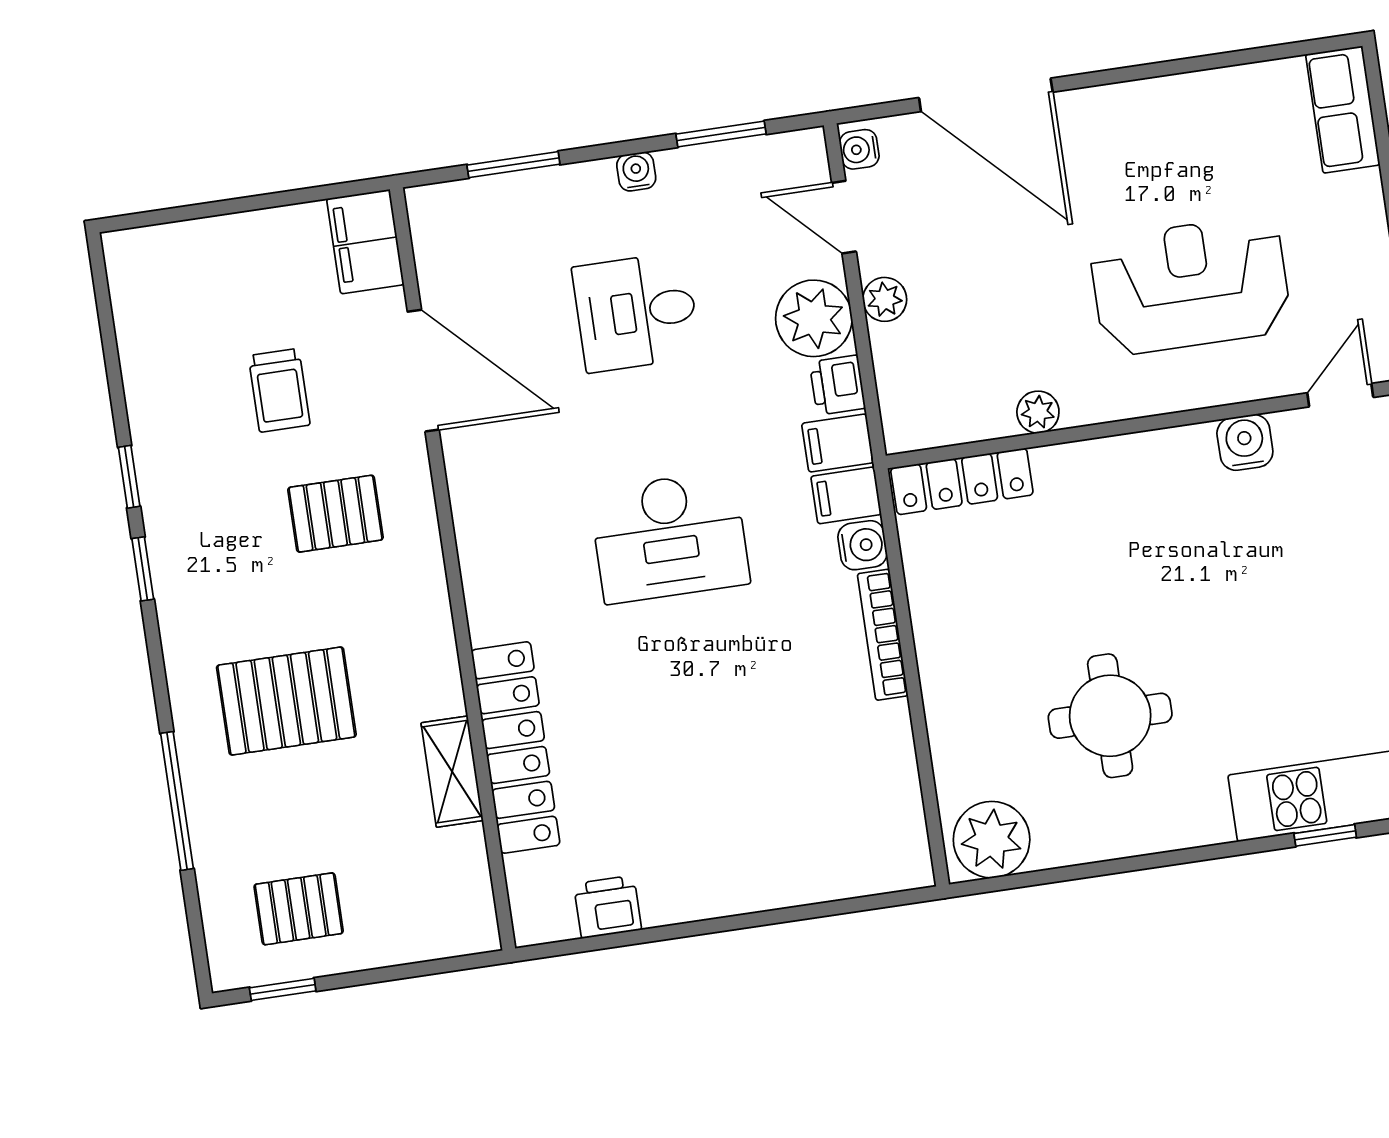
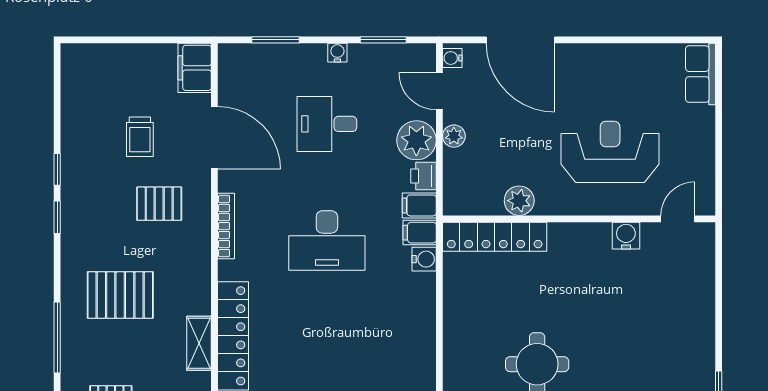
plant: (1038, 412) -> (519, 201), width x1.38, depth x1.38
locker: (962, 481) -> (495, 237), width x1.41, depth x1.21
bookcase: (883, 635) -> (226, 226), moved, turned 180

